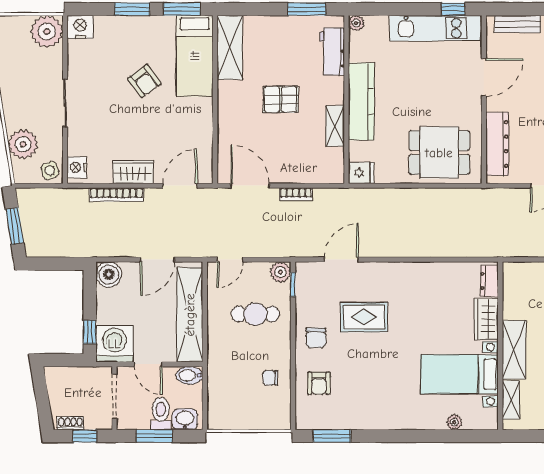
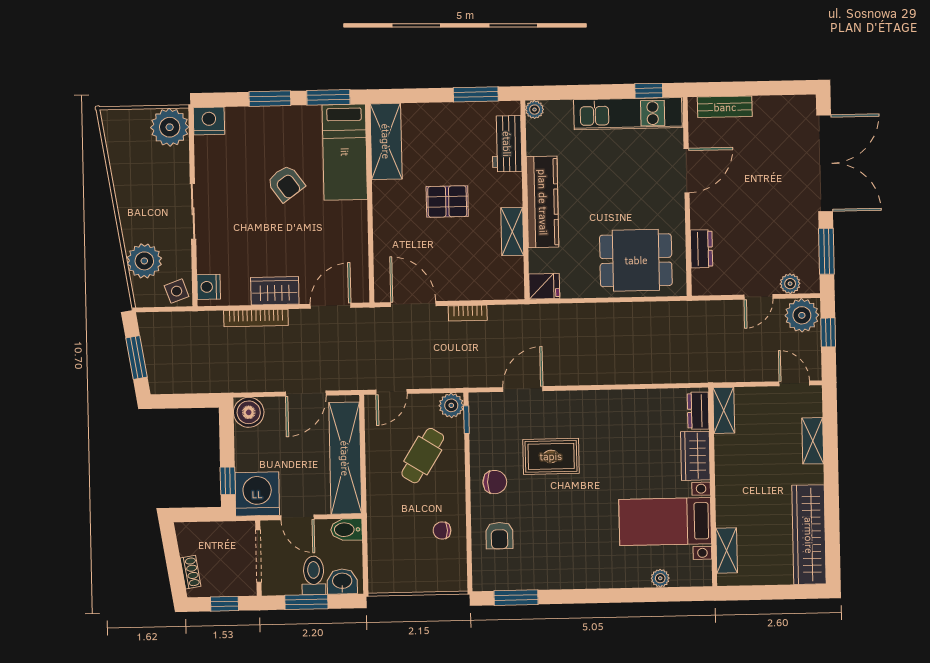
dresser: (497, 144) -> (701, 249), width x0.51, depth x0.80
cafe table: (255, 314) -> (423, 456), turned -58
chair: (316, 338) -> (495, 482), turned -90
shelving: (514, 350) -> (724, 410), moved, width x0.67, depth x0.75
shoe rack: (70, 423) -> (191, 572), moved, turned 81

